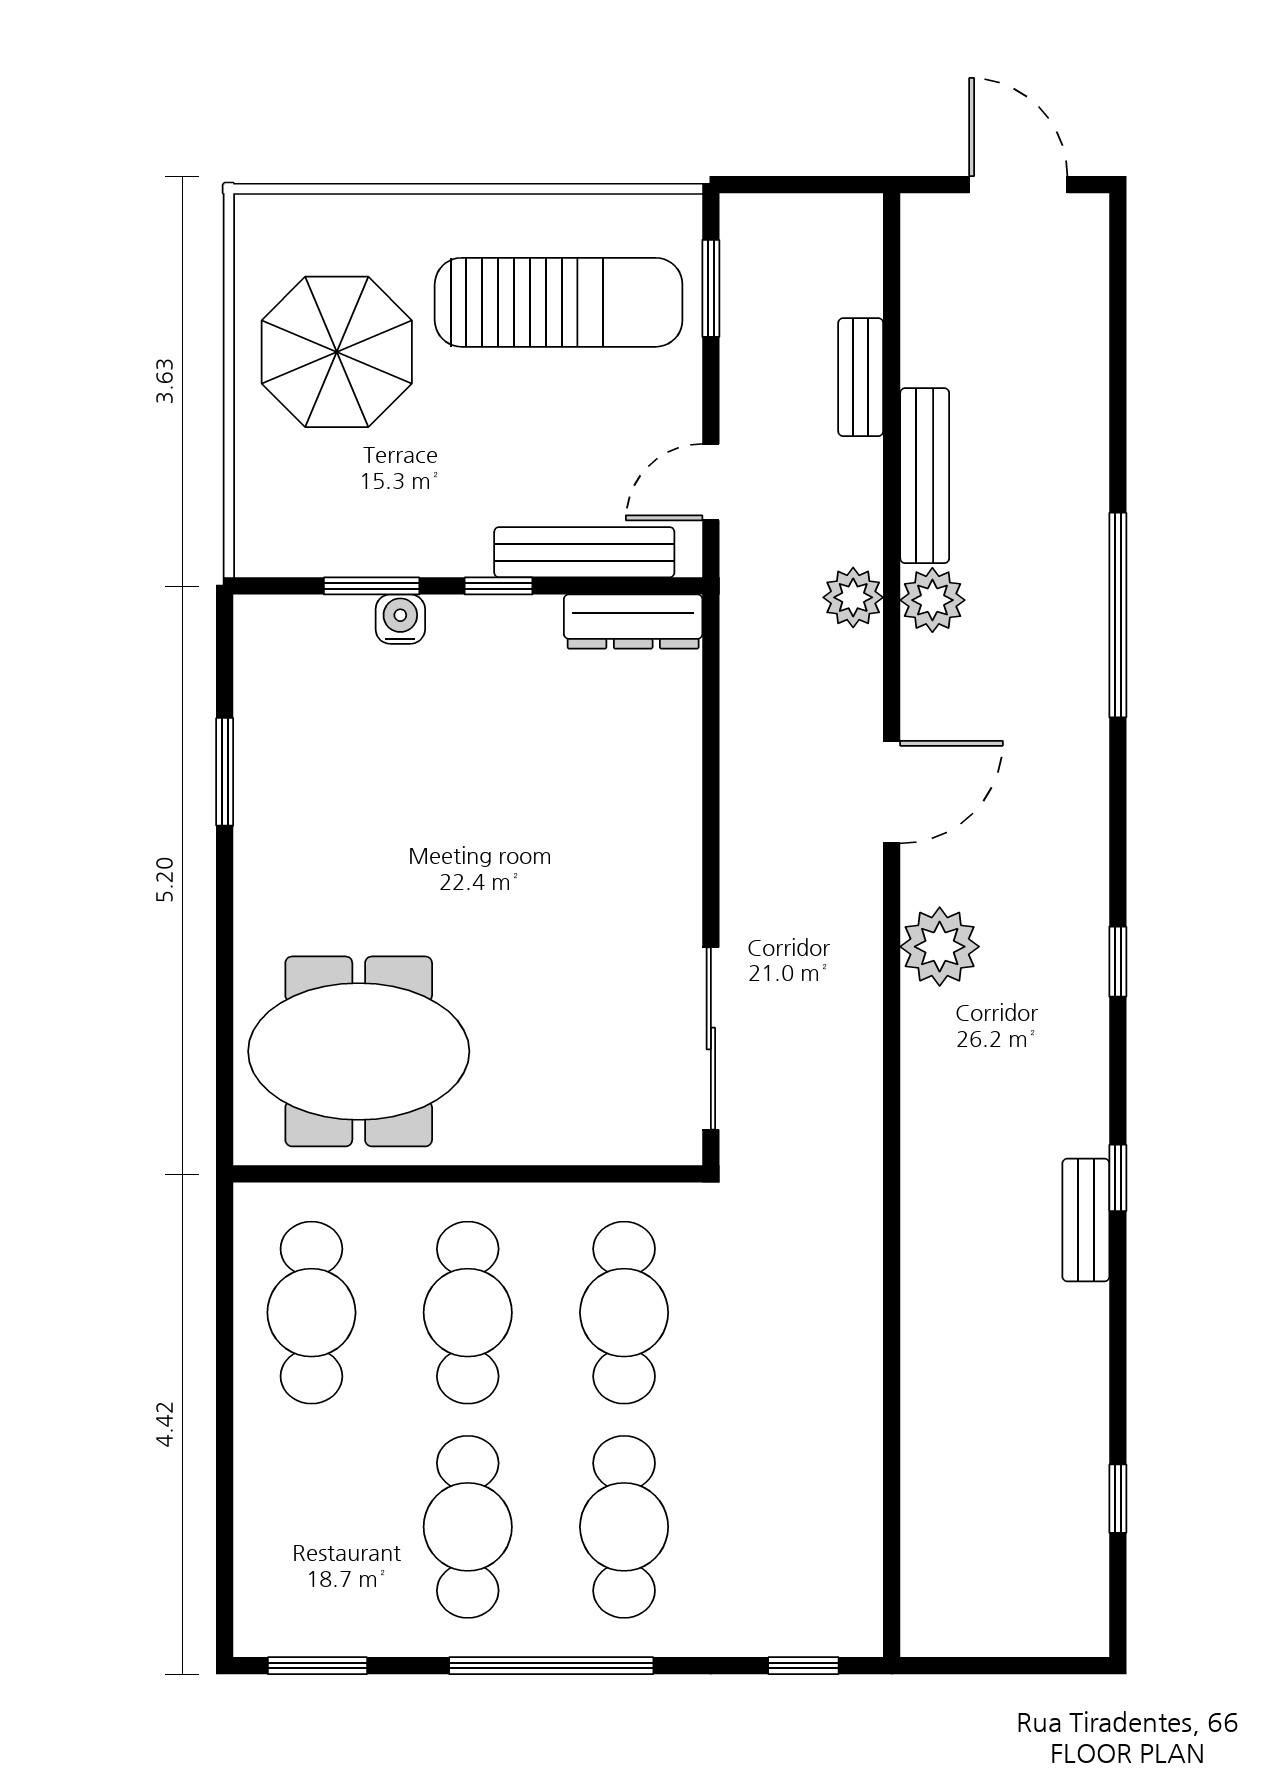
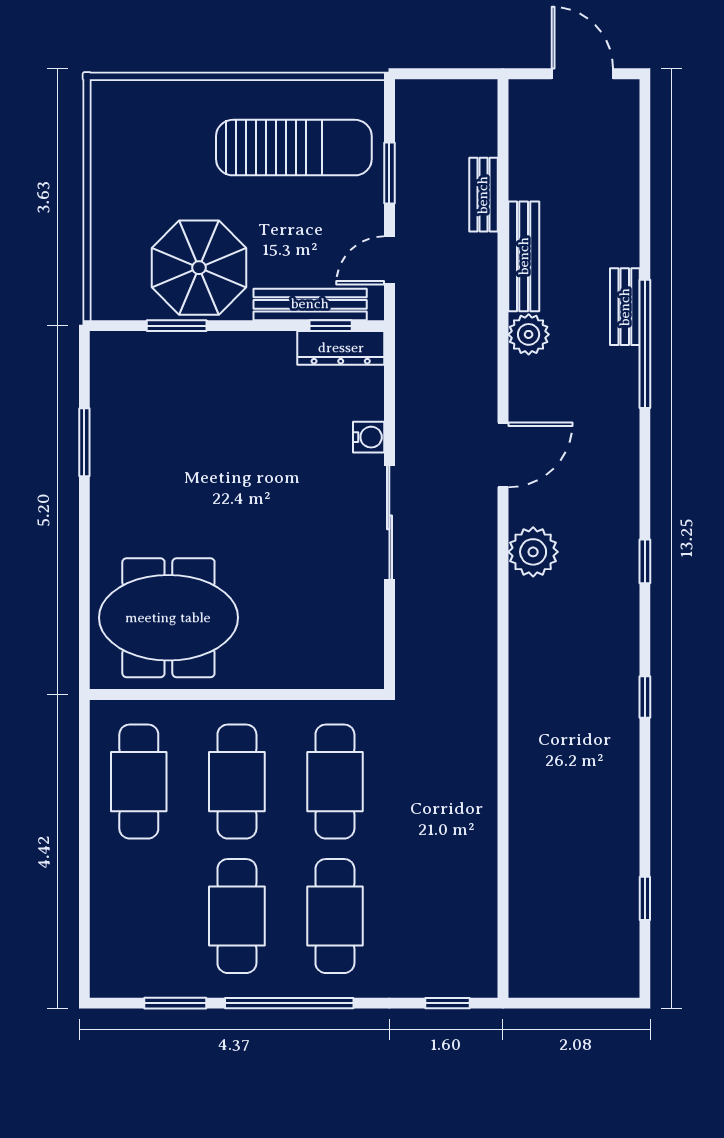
window: (711, 288) -> (389, 173), moved
parasol: (337, 352) -> (199, 268), moved
window: (498, 586) -> (331, 326), moved
plant: (853, 597) -> (479, 333), removed
water cooler: (400, 619) -> (369, 437), moved, turned 90
sliding door: (711, 1039) -> (389, 522), moved
bench: (1086, 1220) -> (625, 307), moved
window: (317, 1666) -> (175, 1003), moved

